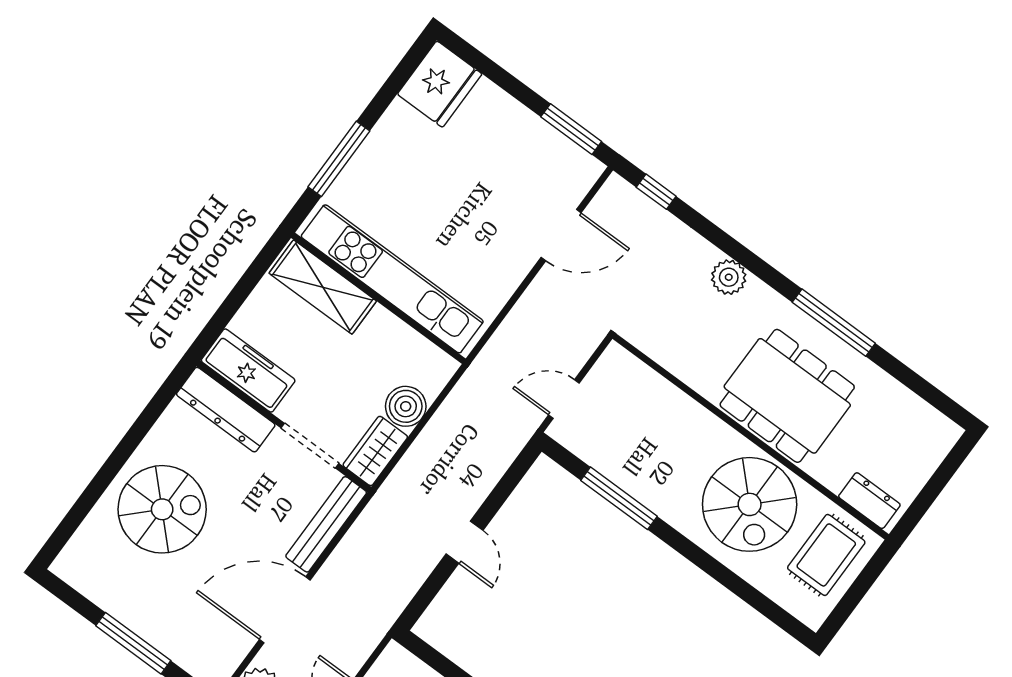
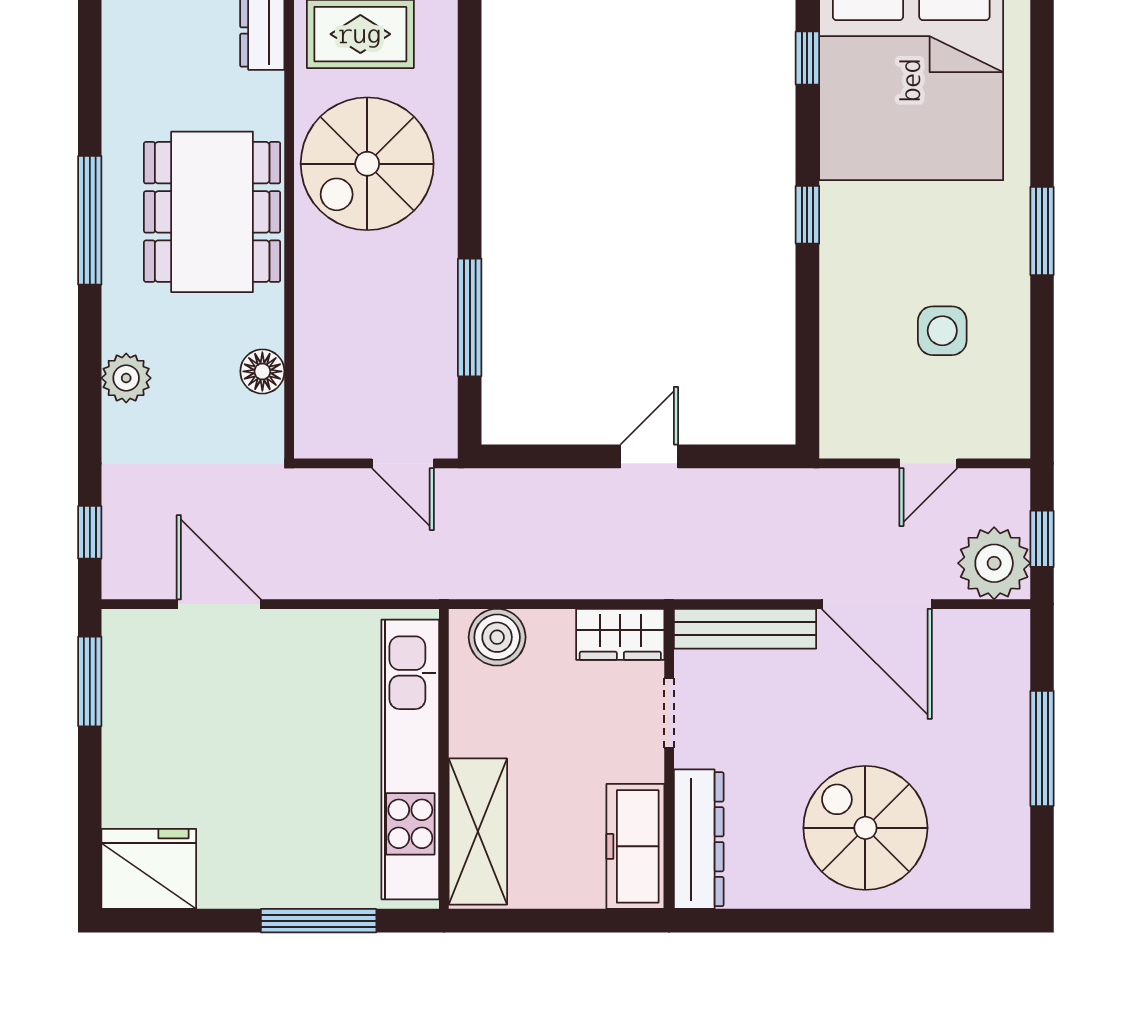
floor lamp: (675, 358) -> (262, 371), added
boiler: (406, 406) -> (497, 637), moved
doorway: (310, 446) -> (669, 713), width x0.73
spiral stairs: (750, 504) -> (367, 164), turned 180

